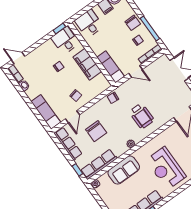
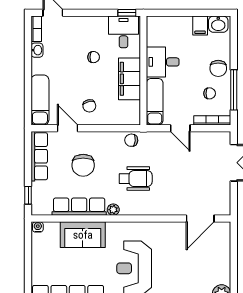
desk: (89, 24) -> (163, 62), moved, turned -90
wheelchair: (142, 116) -> (136, 179), moved, turned -90
door: (72, 117) -> (67, 128), swing flipped
row of seats: (99, 164) -> (79, 207), moved

